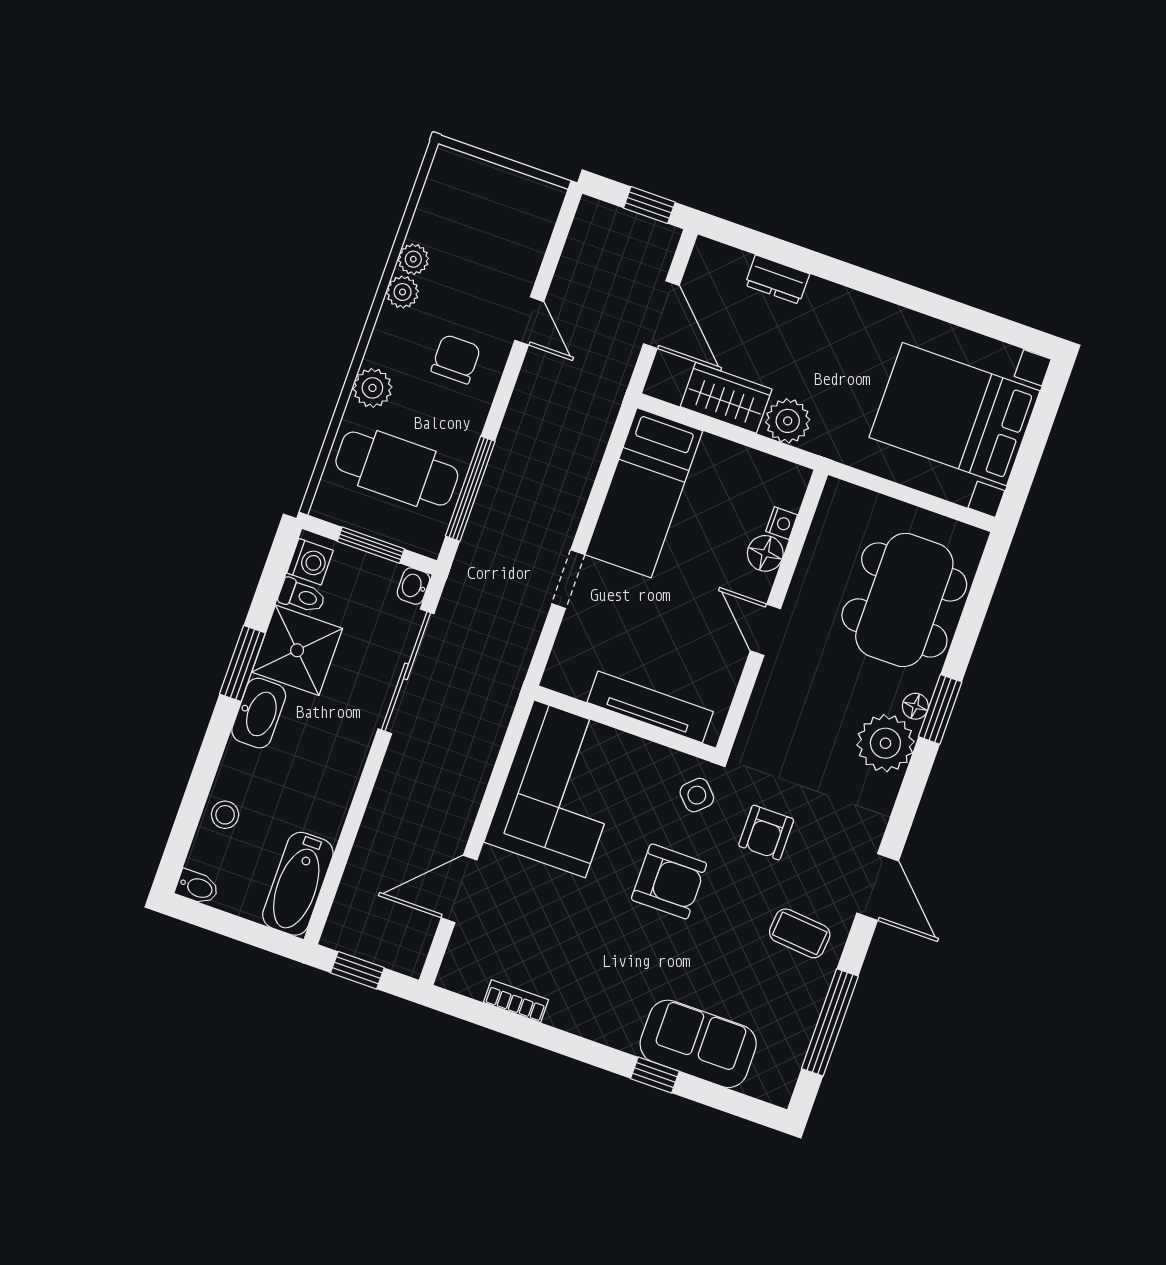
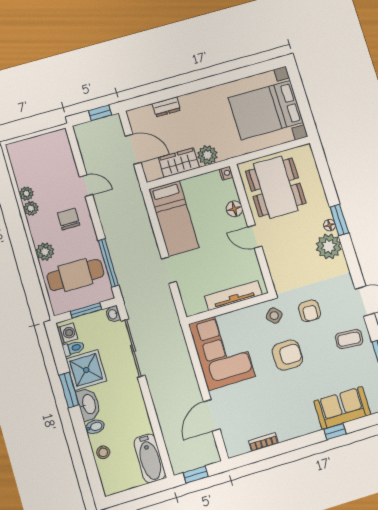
nightstand: (782, 523) -> (226, 173), moved
dining table: (904, 600) -> (276, 187), moved
bidet: (197, 887) -> (95, 427), moved

